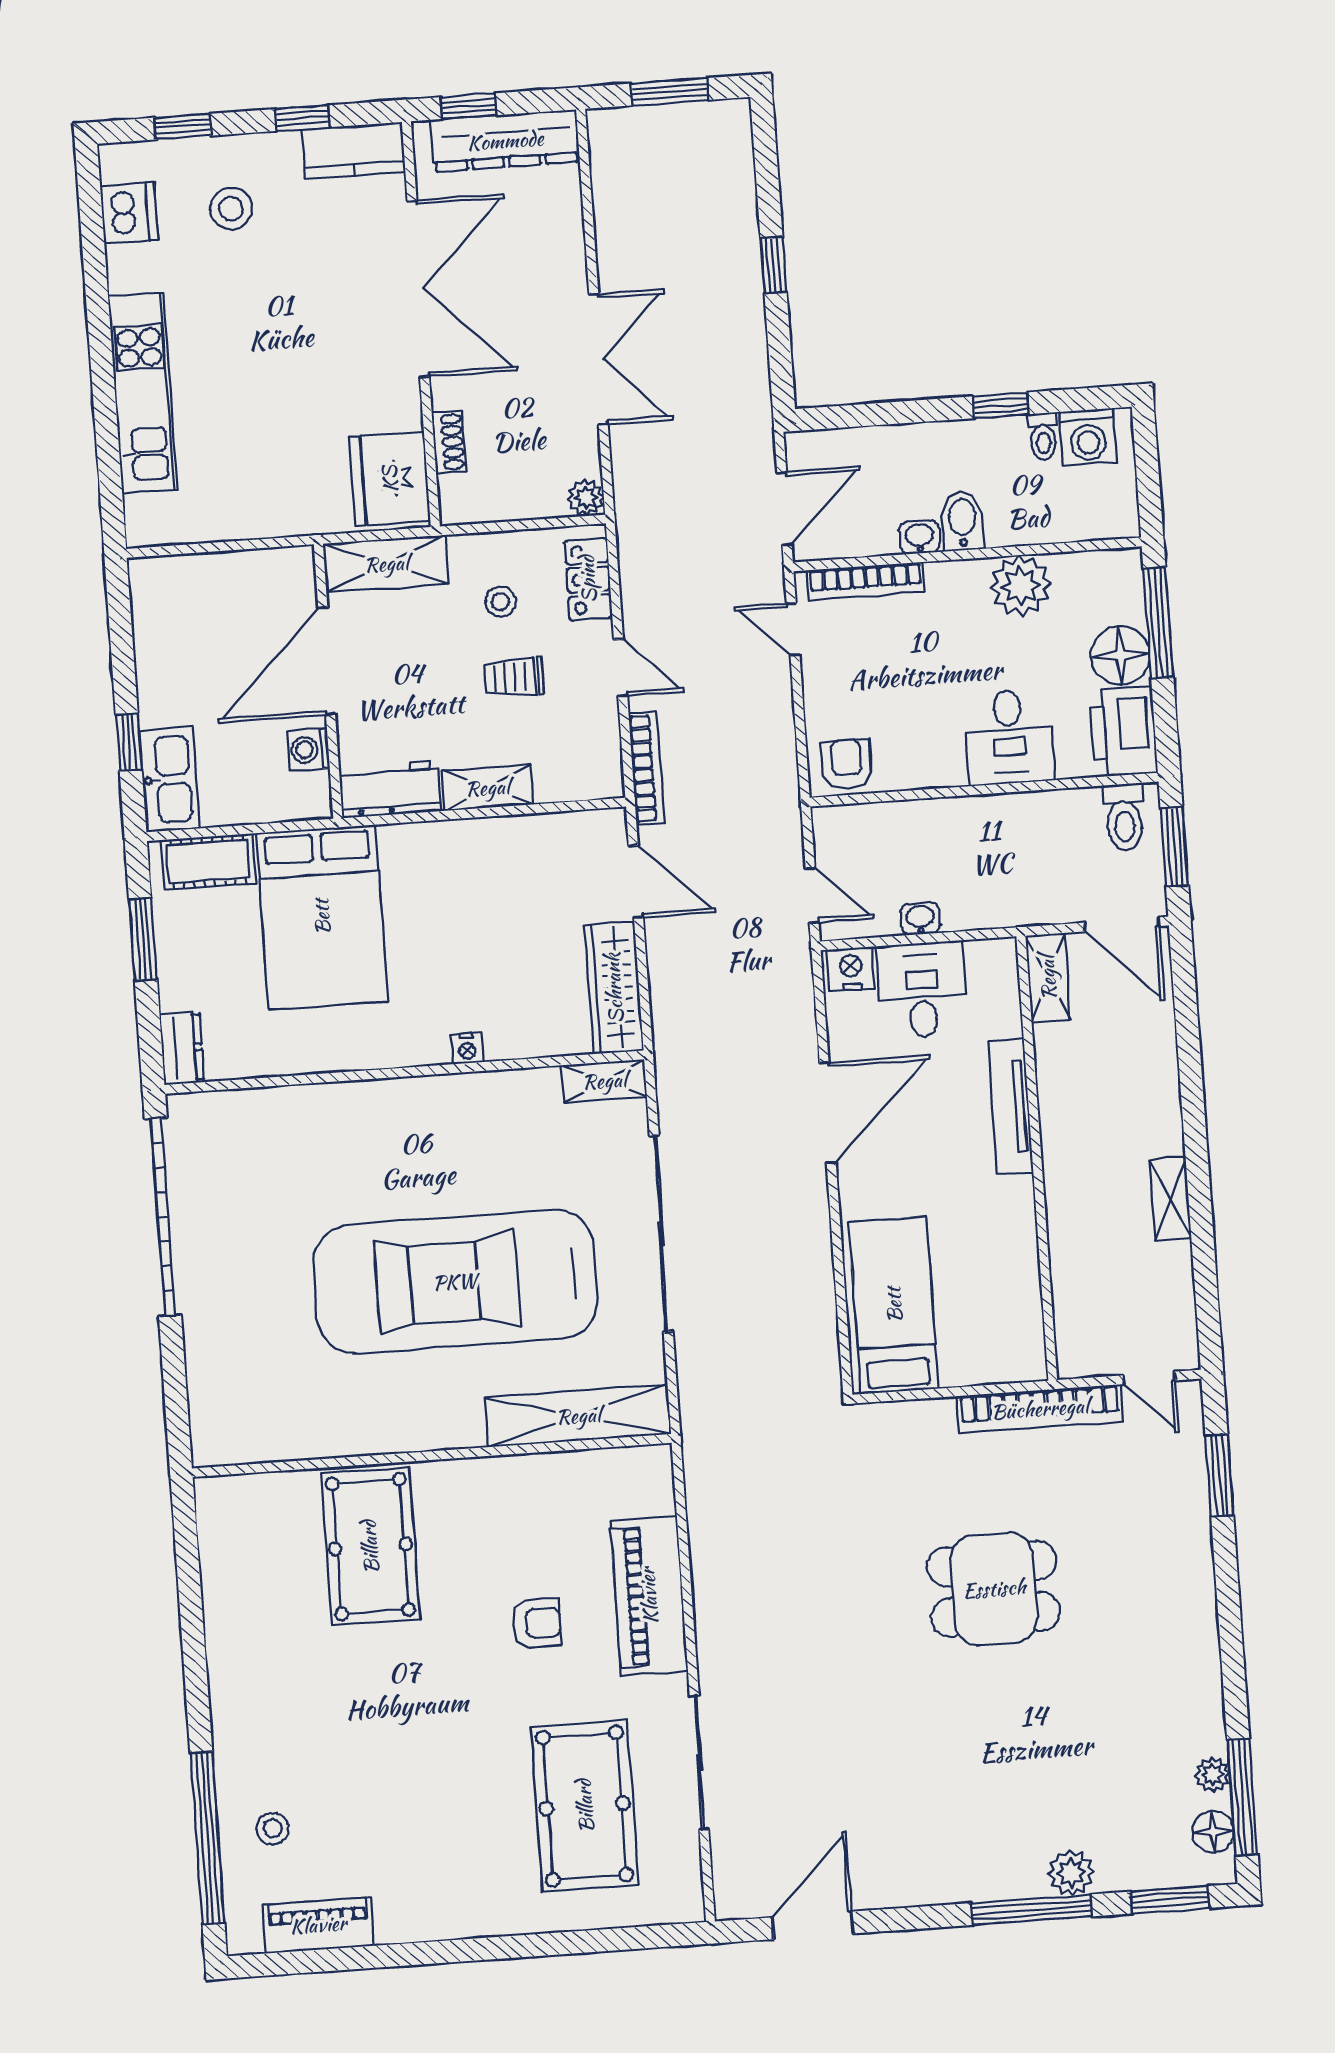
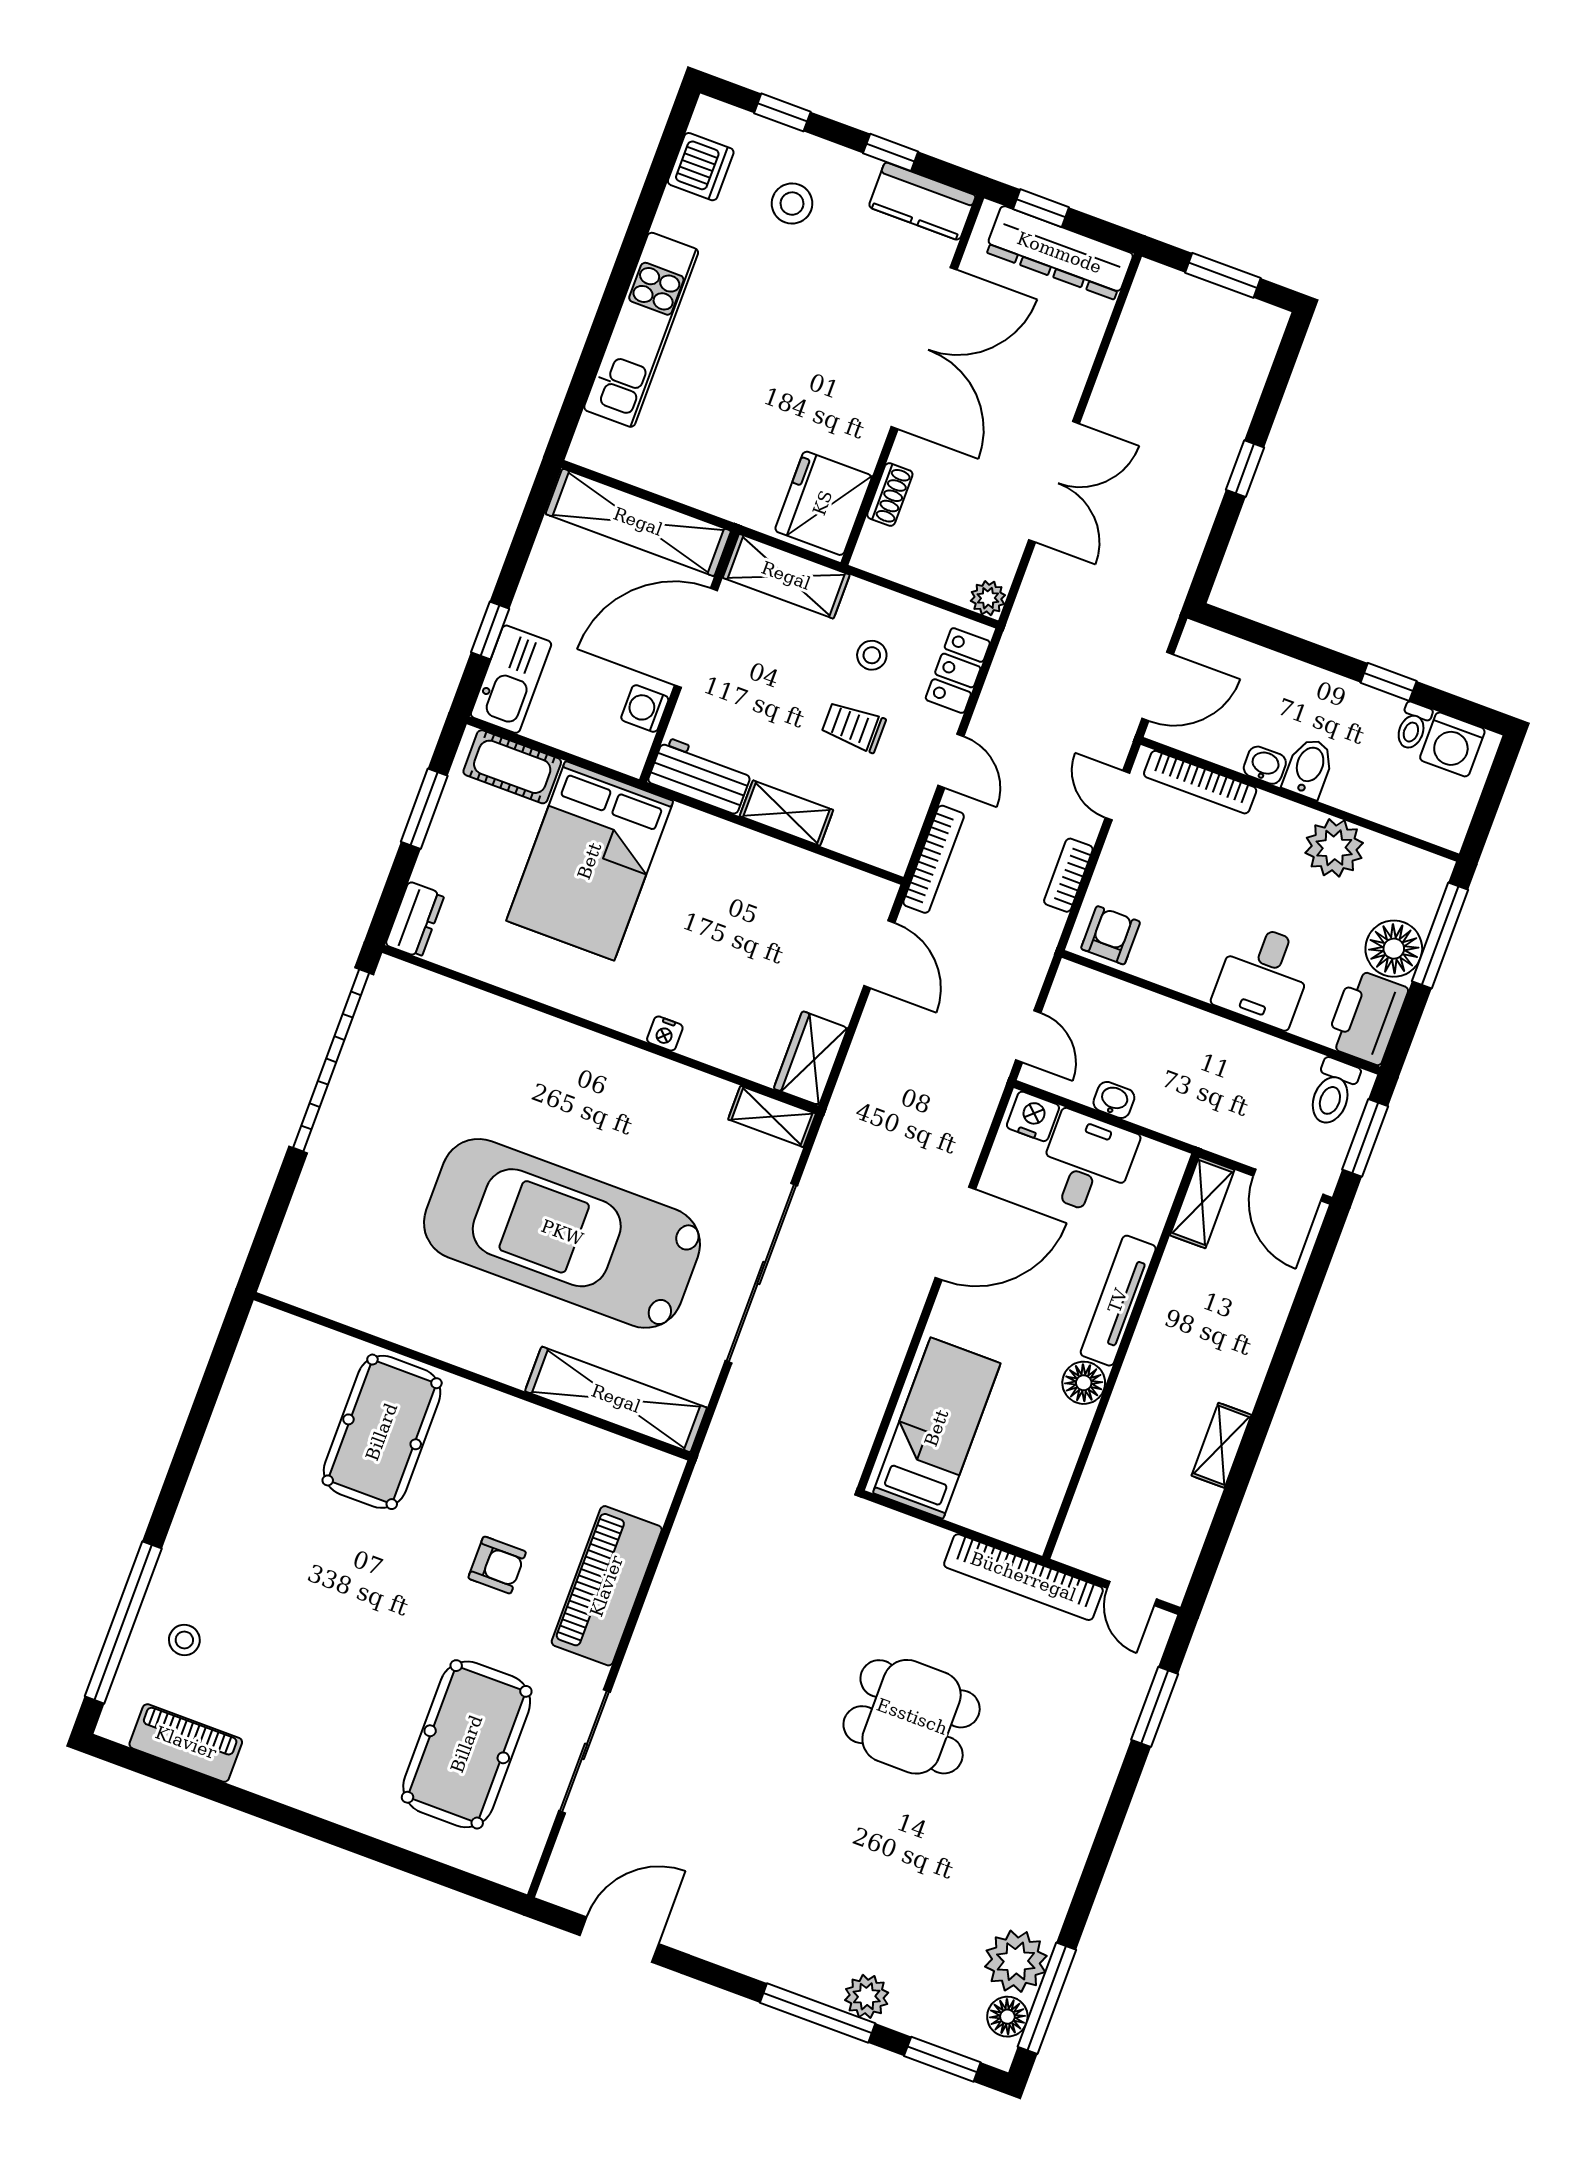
shelving: (223, 576) -> (638, 522), added
bookcase: (781, 725) -> (1068, 875), added
wardrobe: (614, 988) -> (811, 1058), width x0.67
floor lamp: (1013, 1199) -> (1084, 1383), added
plant: (1212, 1774) -> (1016, 1961), width x1.88, depth x1.88

